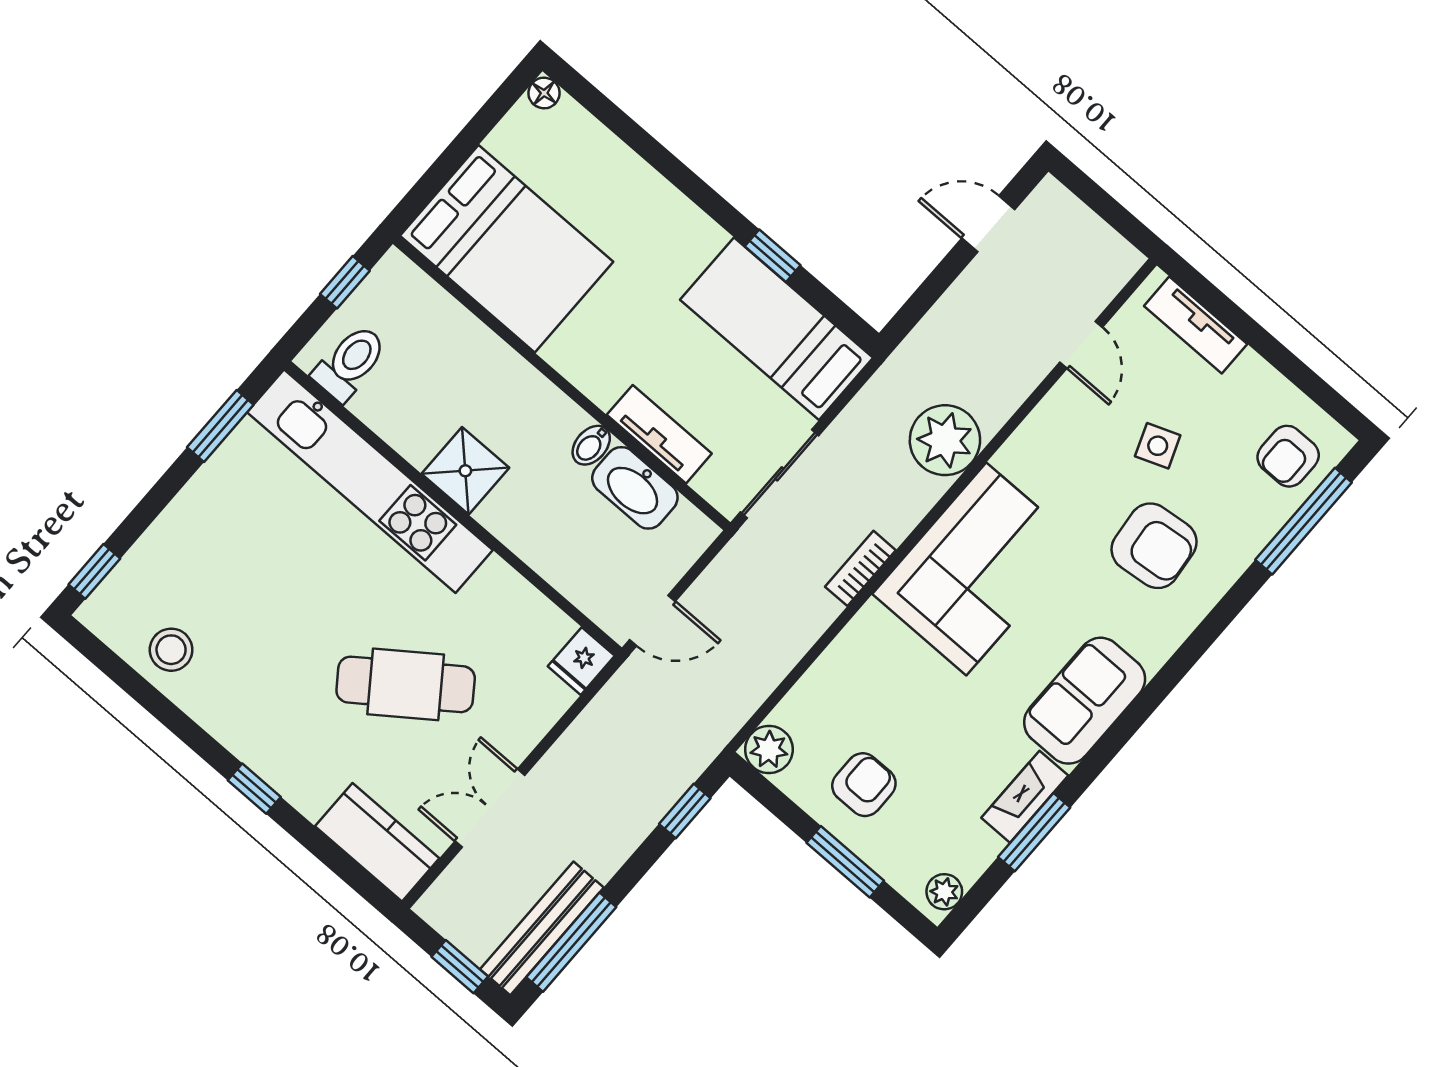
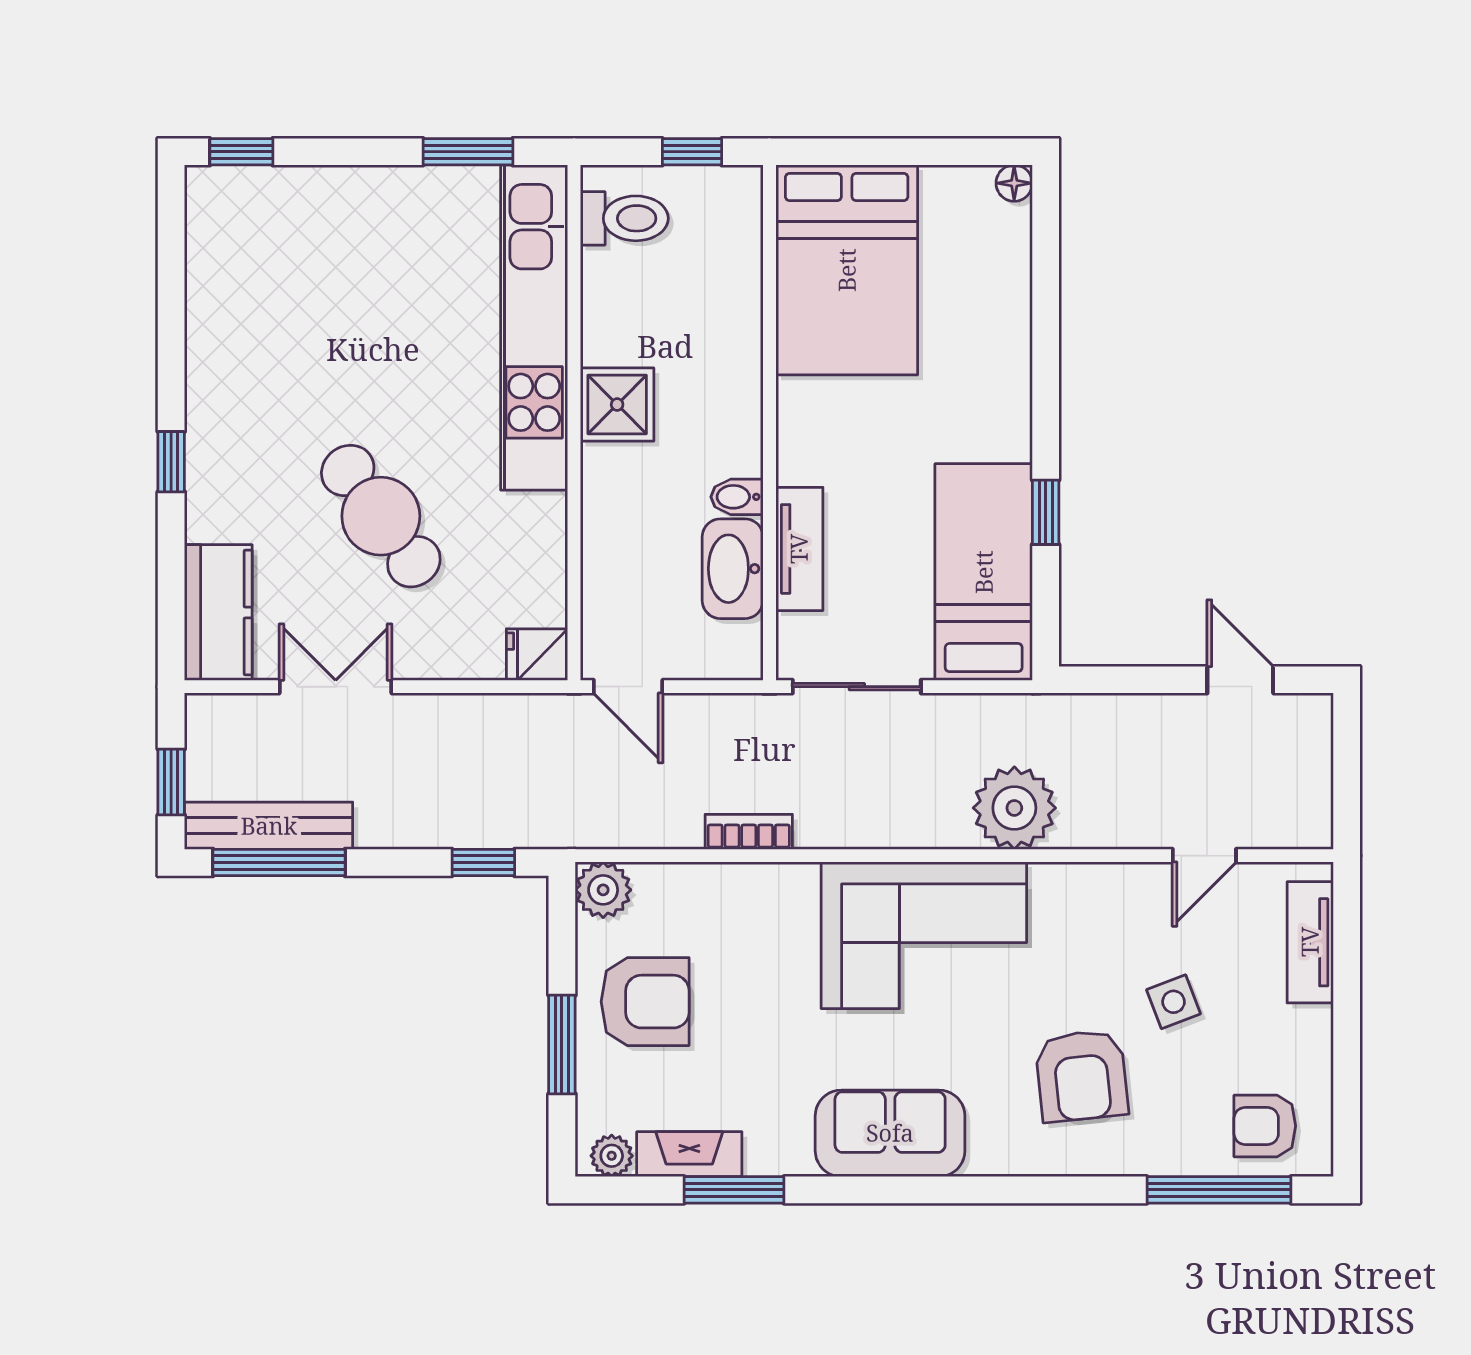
bookcase: (860, 568) -> (749, 832), moved
stool: (171, 650) -> (231, 280), removed
armchair: (864, 785) -> (645, 1002), width x1.38, depth x1.38
fireplace: (1025, 797) -> (689, 1154), moved

